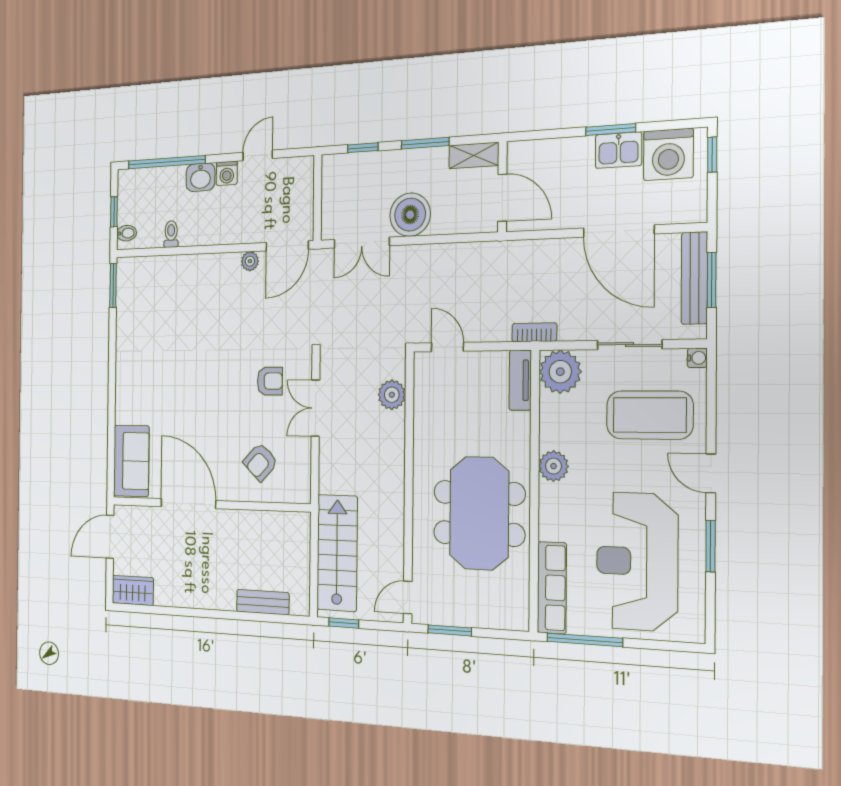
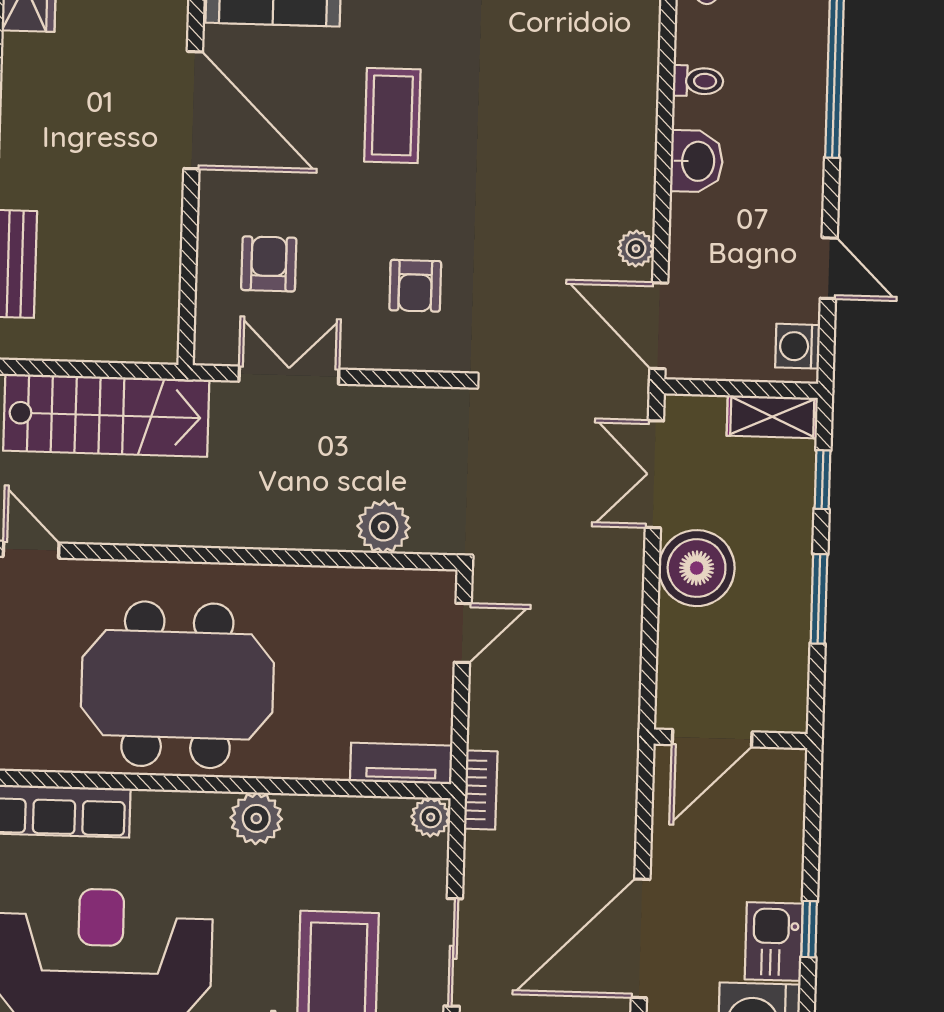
window: (611, 130) -> (809, 929), width x0.67
shelving: (474, 155) -> (772, 417), moved, turned 90
washing machine: (227, 173) -> (798, 346), moved
washbasin: (200, 177) -> (697, 161), moved, turned 180
plant: (560, 372) -> (431, 817), width x0.53, depth x0.53
coffee table: (189, 396) -> (392, 115), added
double door: (315, 408) -> (289, 375), moved
armchair: (261, 462) -> (269, 264), turned 46
door: (188, 504) -> (193, 110), hinge flipped

